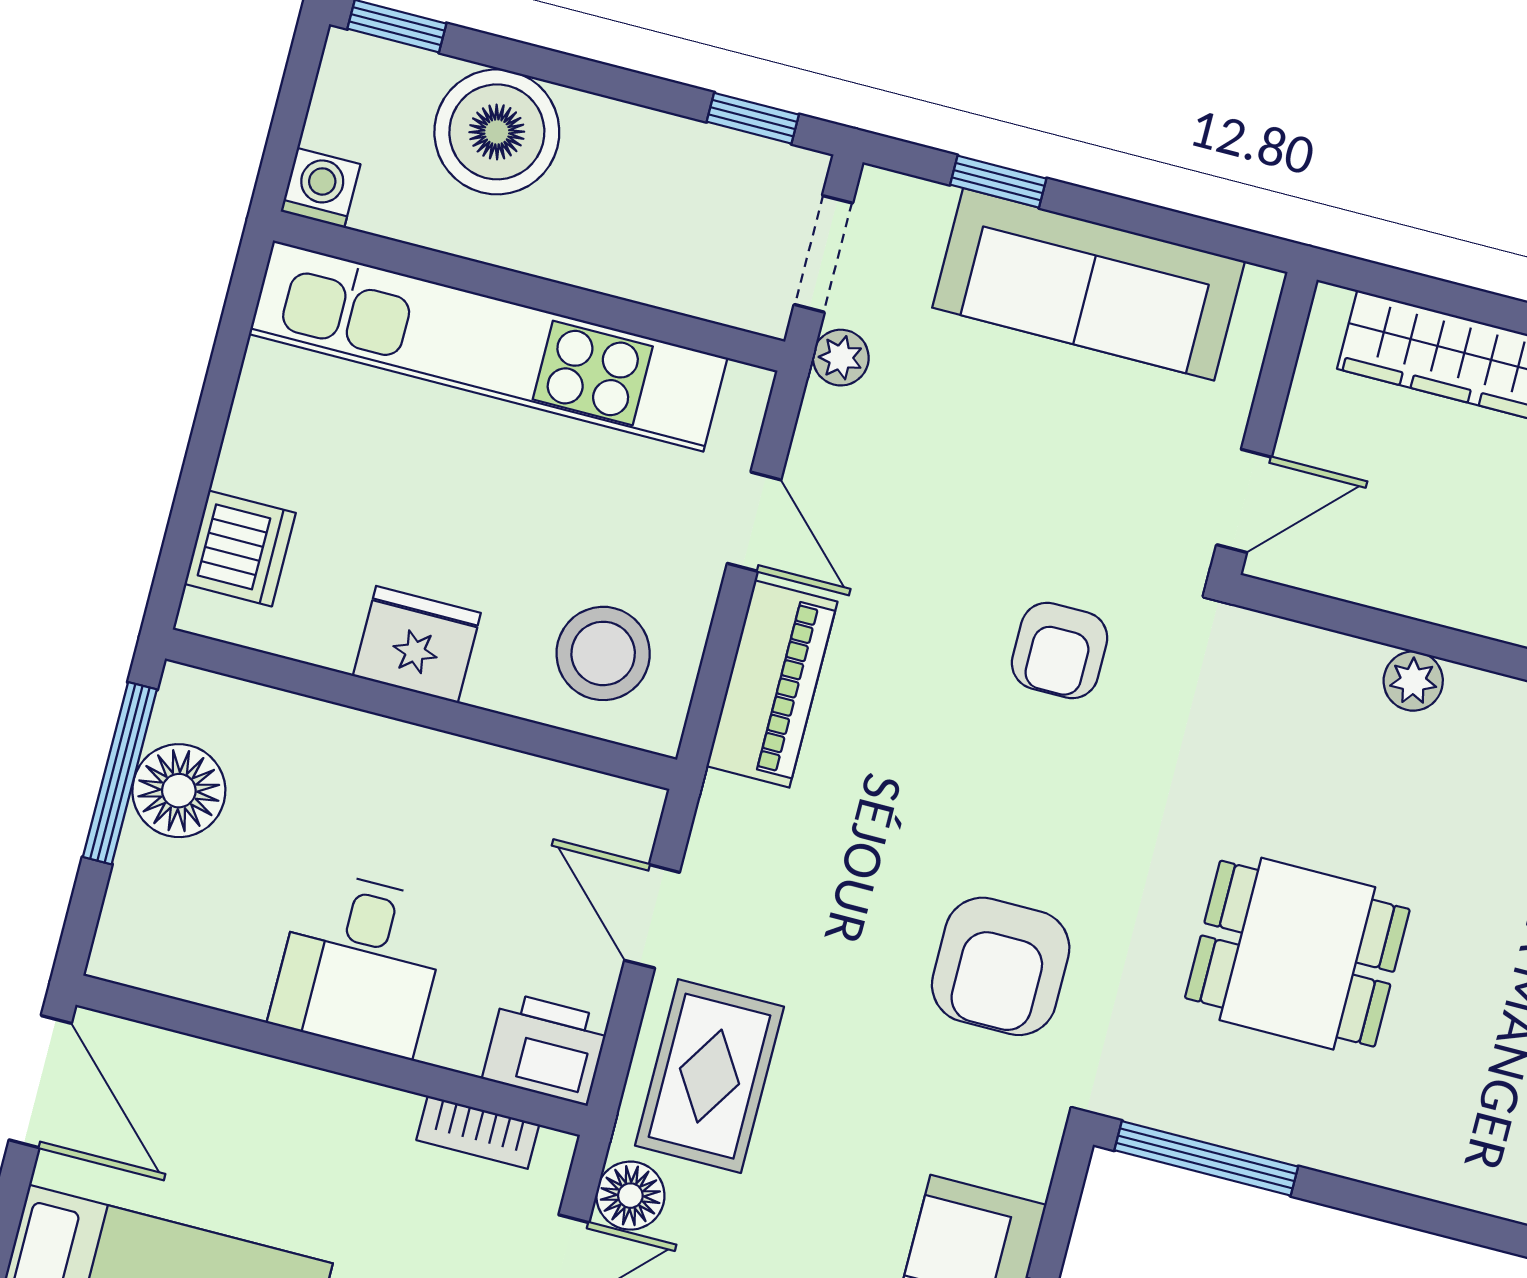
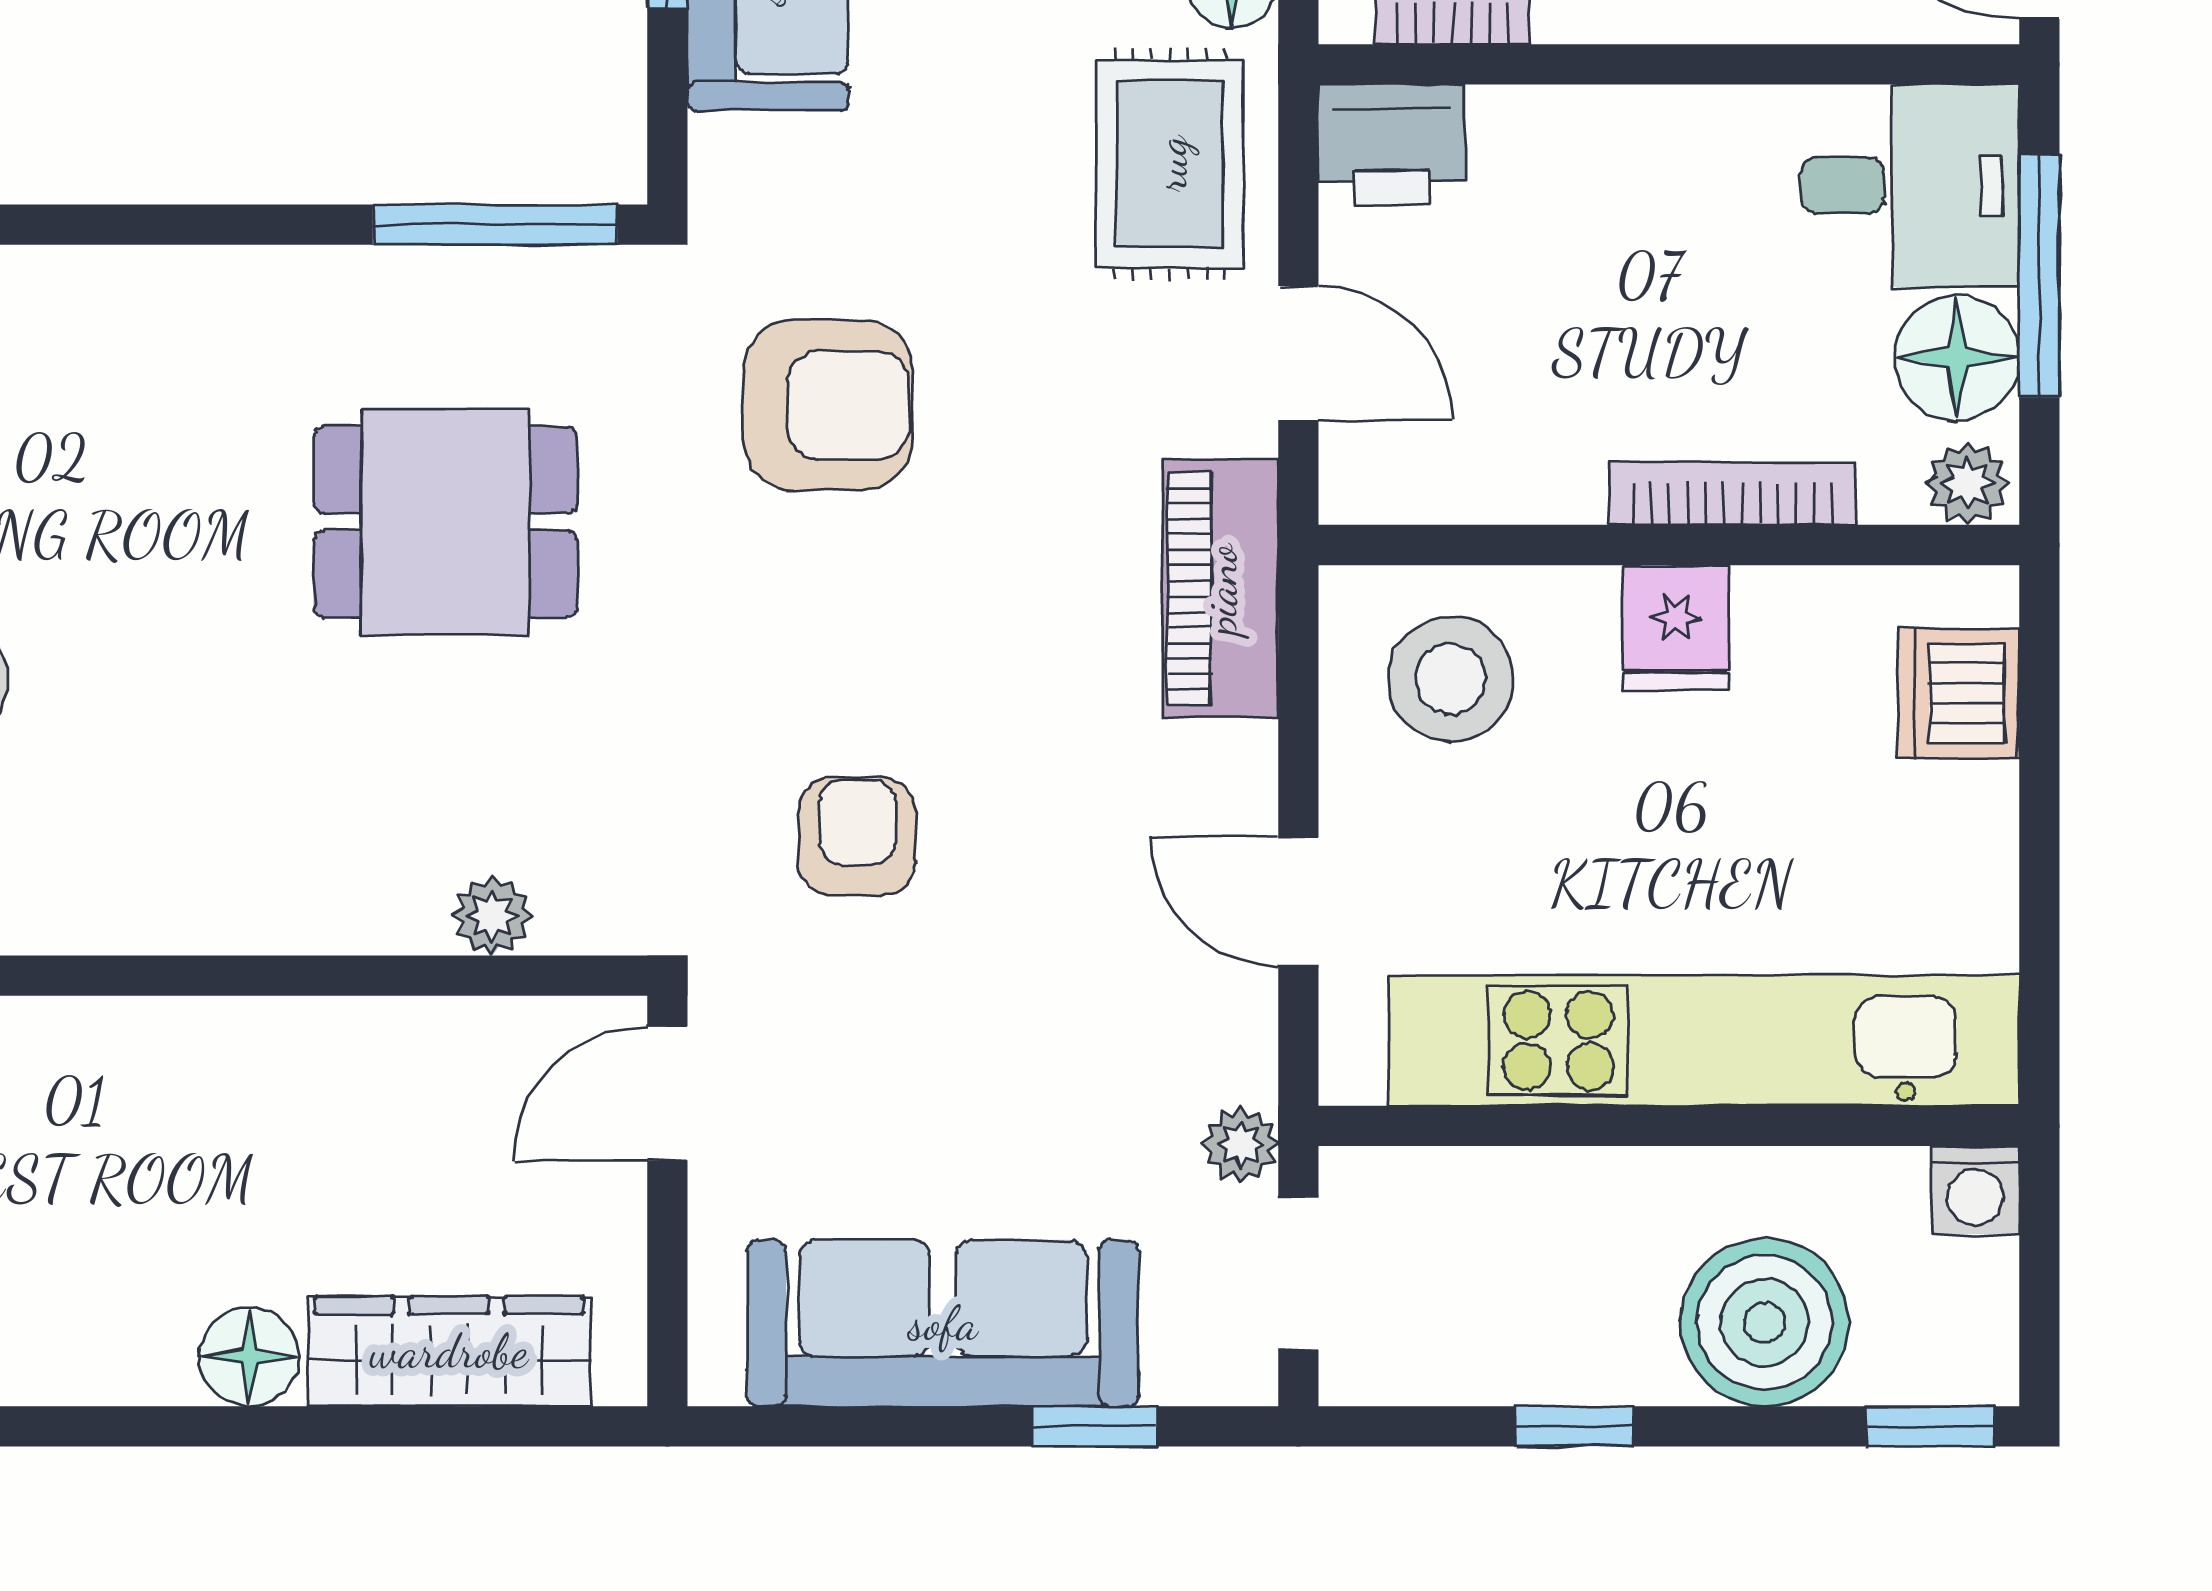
window: (753, 118) -> (1574, 1426), moved
fridge: (417, 645) -> (1676, 628), width x0.72
plant: (1413, 681) -> (492, 916), moved
piano: (772, 684) -> (1220, 589), moved
plant: (194, 698) -> (1968, 483), added
bookcase: (366, 734) -> (1733, 494), added
window: (120, 773) -> (2039, 276), moved
desk: (360, 963) -> (1910, 186), moved, turned 90
armchair: (1001, 966) -> (828, 405), turned 90

